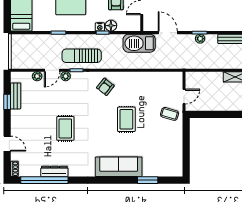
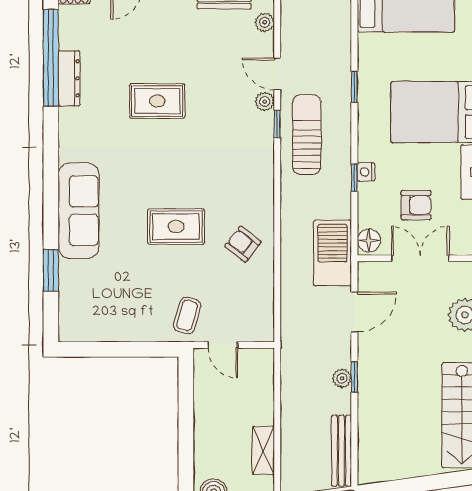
floor lamp: (111, 26) -> (369, 240), moved
plant: (37, 76) -> (265, 22), moved
armchair: (105, 87) -> (243, 244), moved

